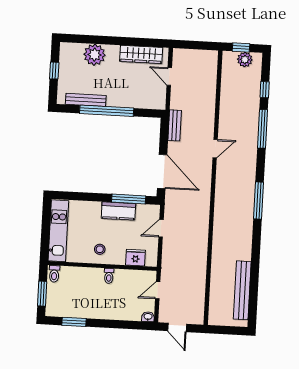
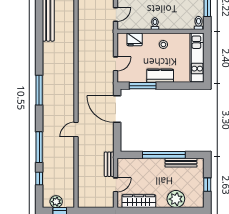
door: (169, 77) -> (116, 185), hinge flipped
bench: (175, 125) -> (109, 164), moved
kitchen counter: (118, 211) -> (160, 76), moved

